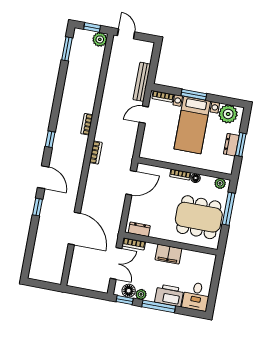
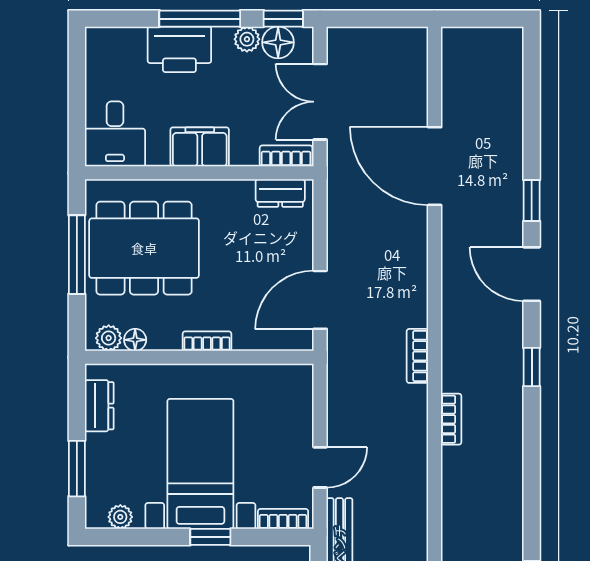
window: (194, 95) -> (210, 537), width x0.67
plant: (228, 114) -> (120, 517), width x0.53, depth x0.53
dresser: (231, 145) -> (99, 406), moved
window: (241, 145) -> (77, 469), moved
floor lamp: (196, 178) -> (135, 340), moved
window: (229, 209) -> (77, 255), moved
desk: (196, 296) -> (115, 134), moved, turned 180

